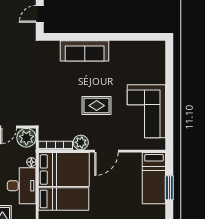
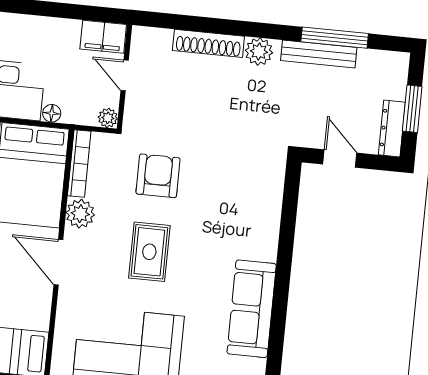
sofa: (85, 51) -> (252, 309), moved
armchair: (58, 105) -> (158, 176), added
plant: (26, 138) -> (108, 118), width x0.53, depth x0.53

